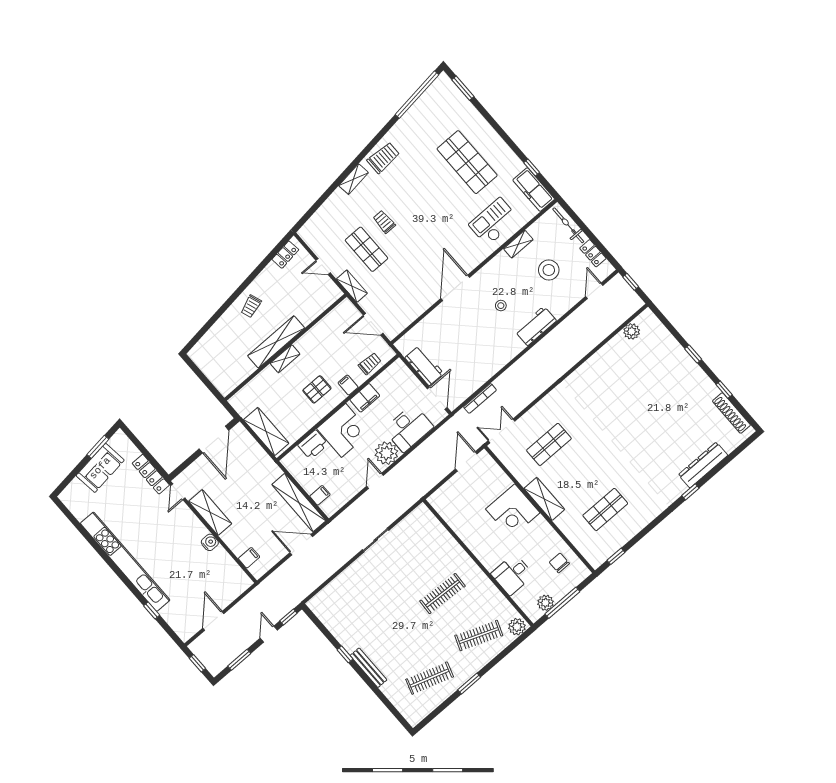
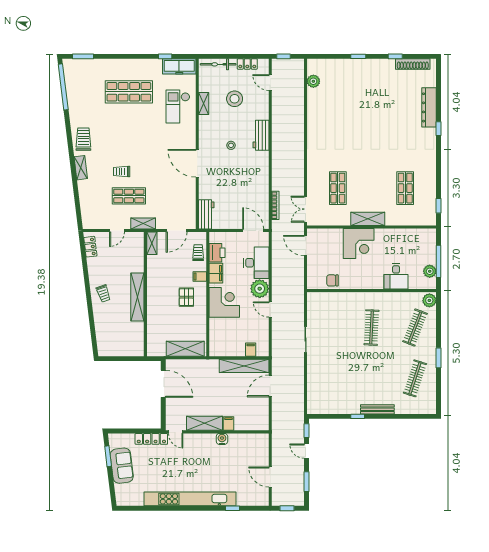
shelving: (285, 359) -> (152, 243), moved
workbench: (424, 366) -> (206, 214), moved, turned 90
printer: (313, 445) -> (217, 253), moved
filing cabinet: (249, 558) -> (228, 424), moved
chair: (559, 563) -> (333, 280), moved

